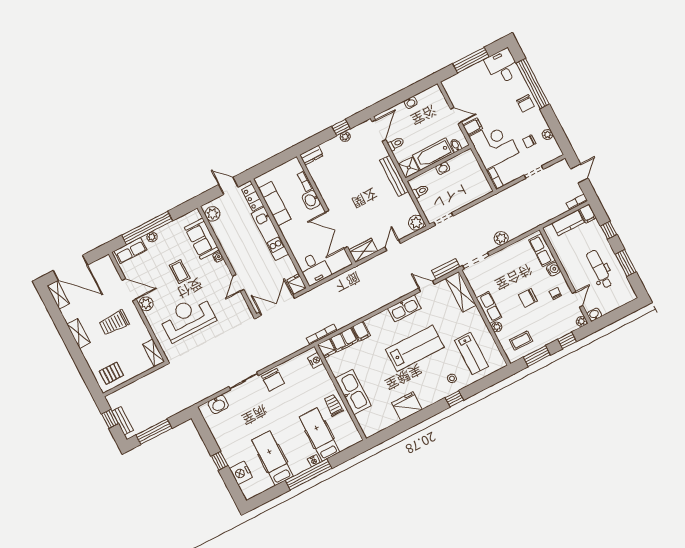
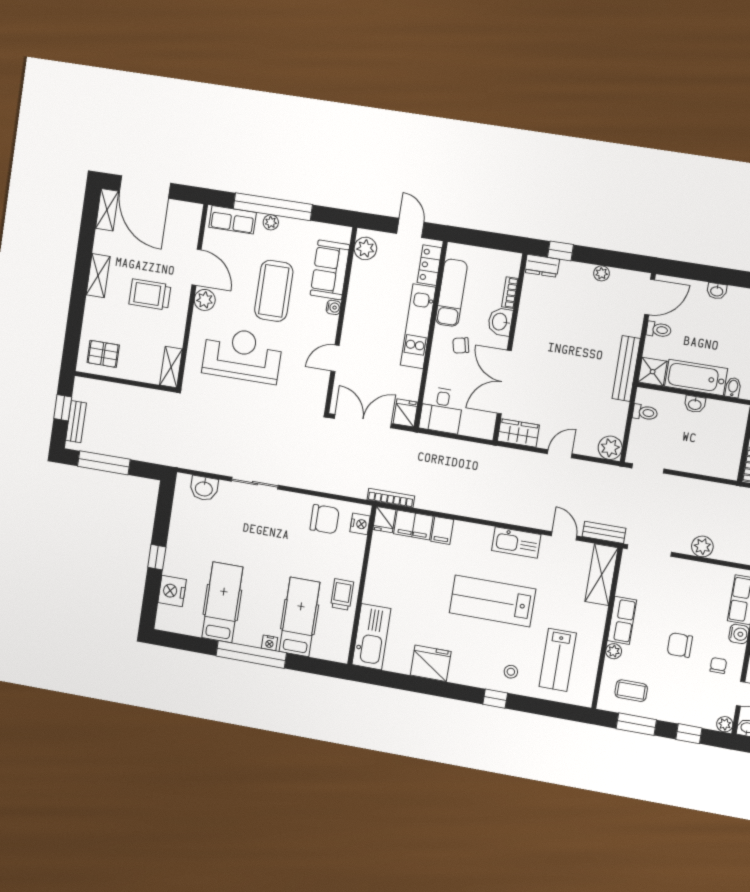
window: (341, 127) -> (560, 251), moved
chair: (300, 227) -> (461, 345), added
coffee table: (180, 272) -> (274, 291), width x1.86, depth x1.72
lab bench: (415, 348) -> (492, 601), turned 180
chair: (273, 380) -> (325, 519), moved, turned -90
kitchen sink: (353, 392) -> (371, 637), moved

